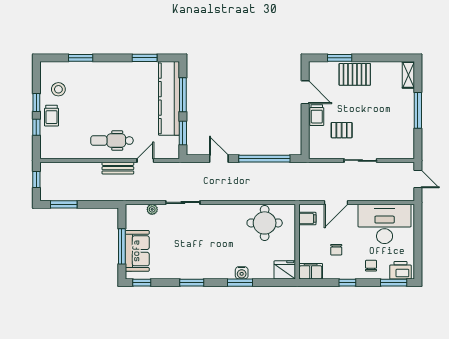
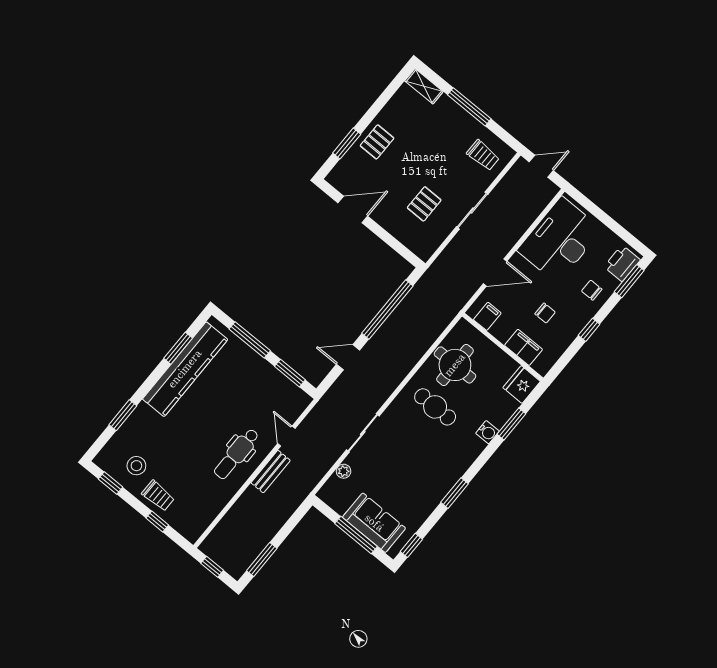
pallet: (355, 74) -> (377, 142), width x0.67, depth x0.71
kitchen counter: (169, 98) -> (185, 369), moved, turned -90
window: (36, 103) -> (111, 483), moved
trolley: (317, 115) -> (483, 155), moved
door: (336, 202) -> (495, 272), hinge flipped
cafe table: (232, 231) -> (435, 407), added
filing cabinet: (311, 271) -> (524, 347), moved, turned 90
window: (240, 283) -> (511, 424), moved

